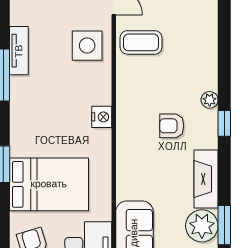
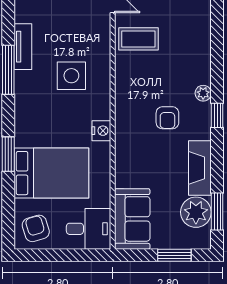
side table: (87, 46) -> (71, 76), moved
nightstand: (102, 117) -> (101, 131), moved
armchair: (172, 126) -> (167, 118), turned -90

